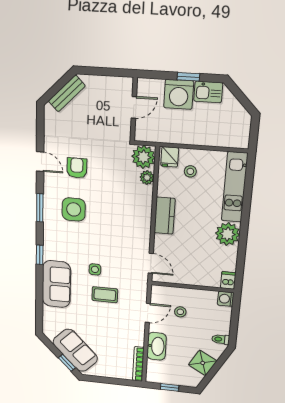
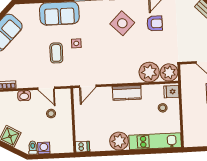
plant: (147, 178) -> (149, 72), width x1.88, depth x1.88
side table: (74, 209) -> (122, 23), turned 45
washing machine: (226, 299) -> (44, 148), moved
washbasin: (156, 346) -> (24, 96), width x0.52, depth x0.69

